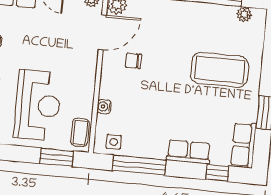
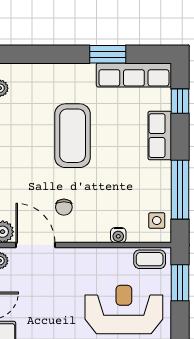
coffee table: (220, 70) -> (73, 136), moved
row of seats: (244, 145) -> (134, 75), width x1.48

